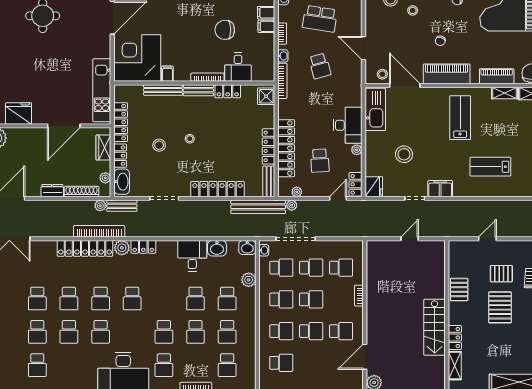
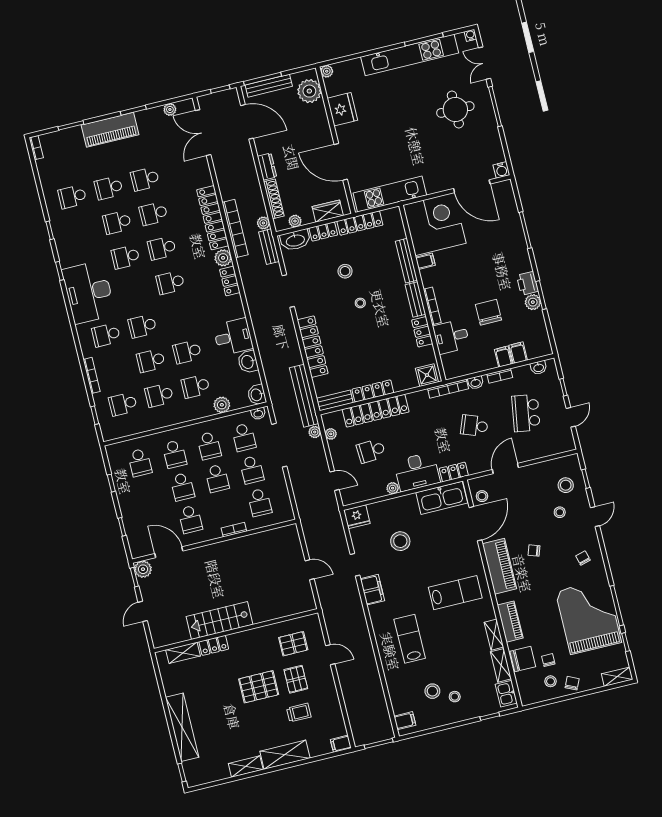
school desk: (320, 66) -> (474, 426), turned 36
locker: (356, 184) -> (454, 472), moved
pallet: (459, 290) -> (293, 644), moved

